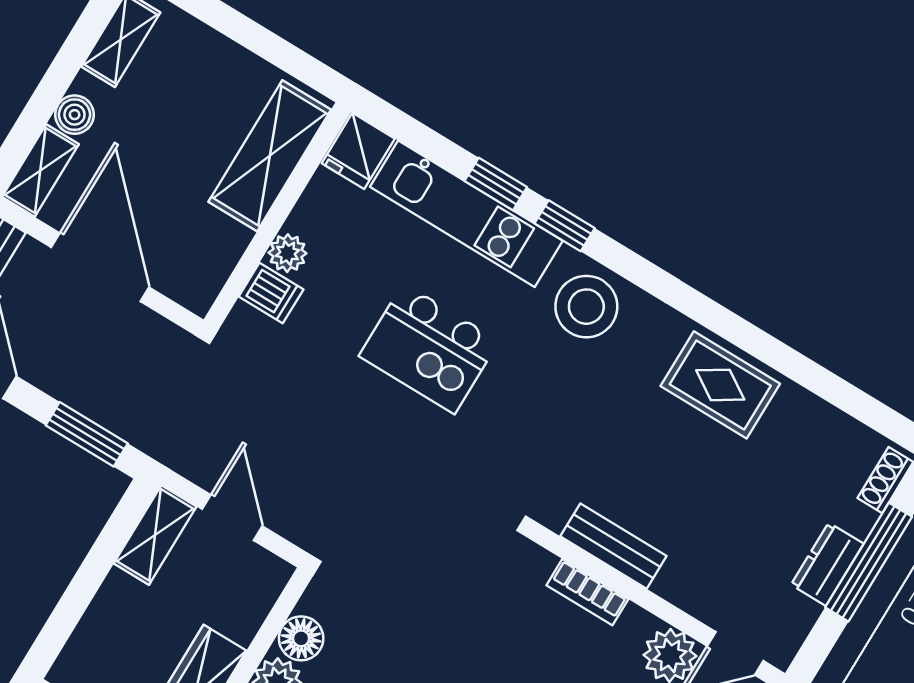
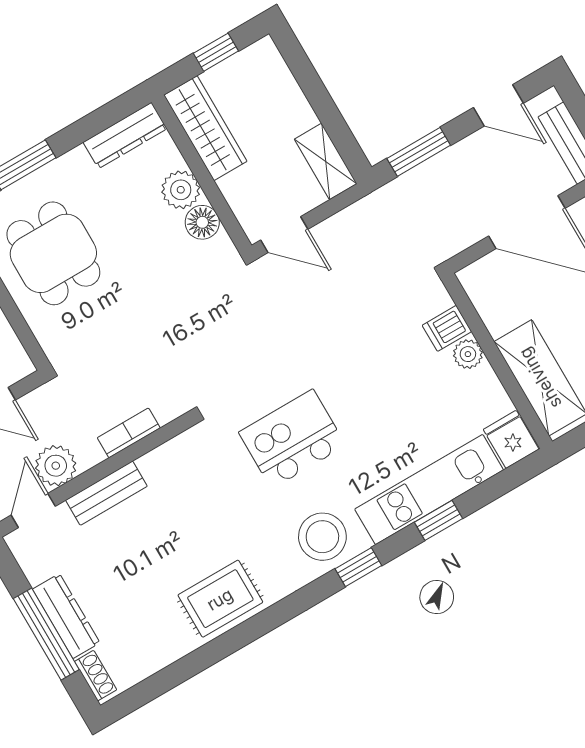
window: (565, 226) -> (358, 567), moved
kitchen island: (429, 349) -> (292, 439), moved
door: (232, 518) -> (284, 235), moved
bench: (613, 546) -> (106, 493), moved
dresser: (827, 564) -> (66, 616), width x1.44

